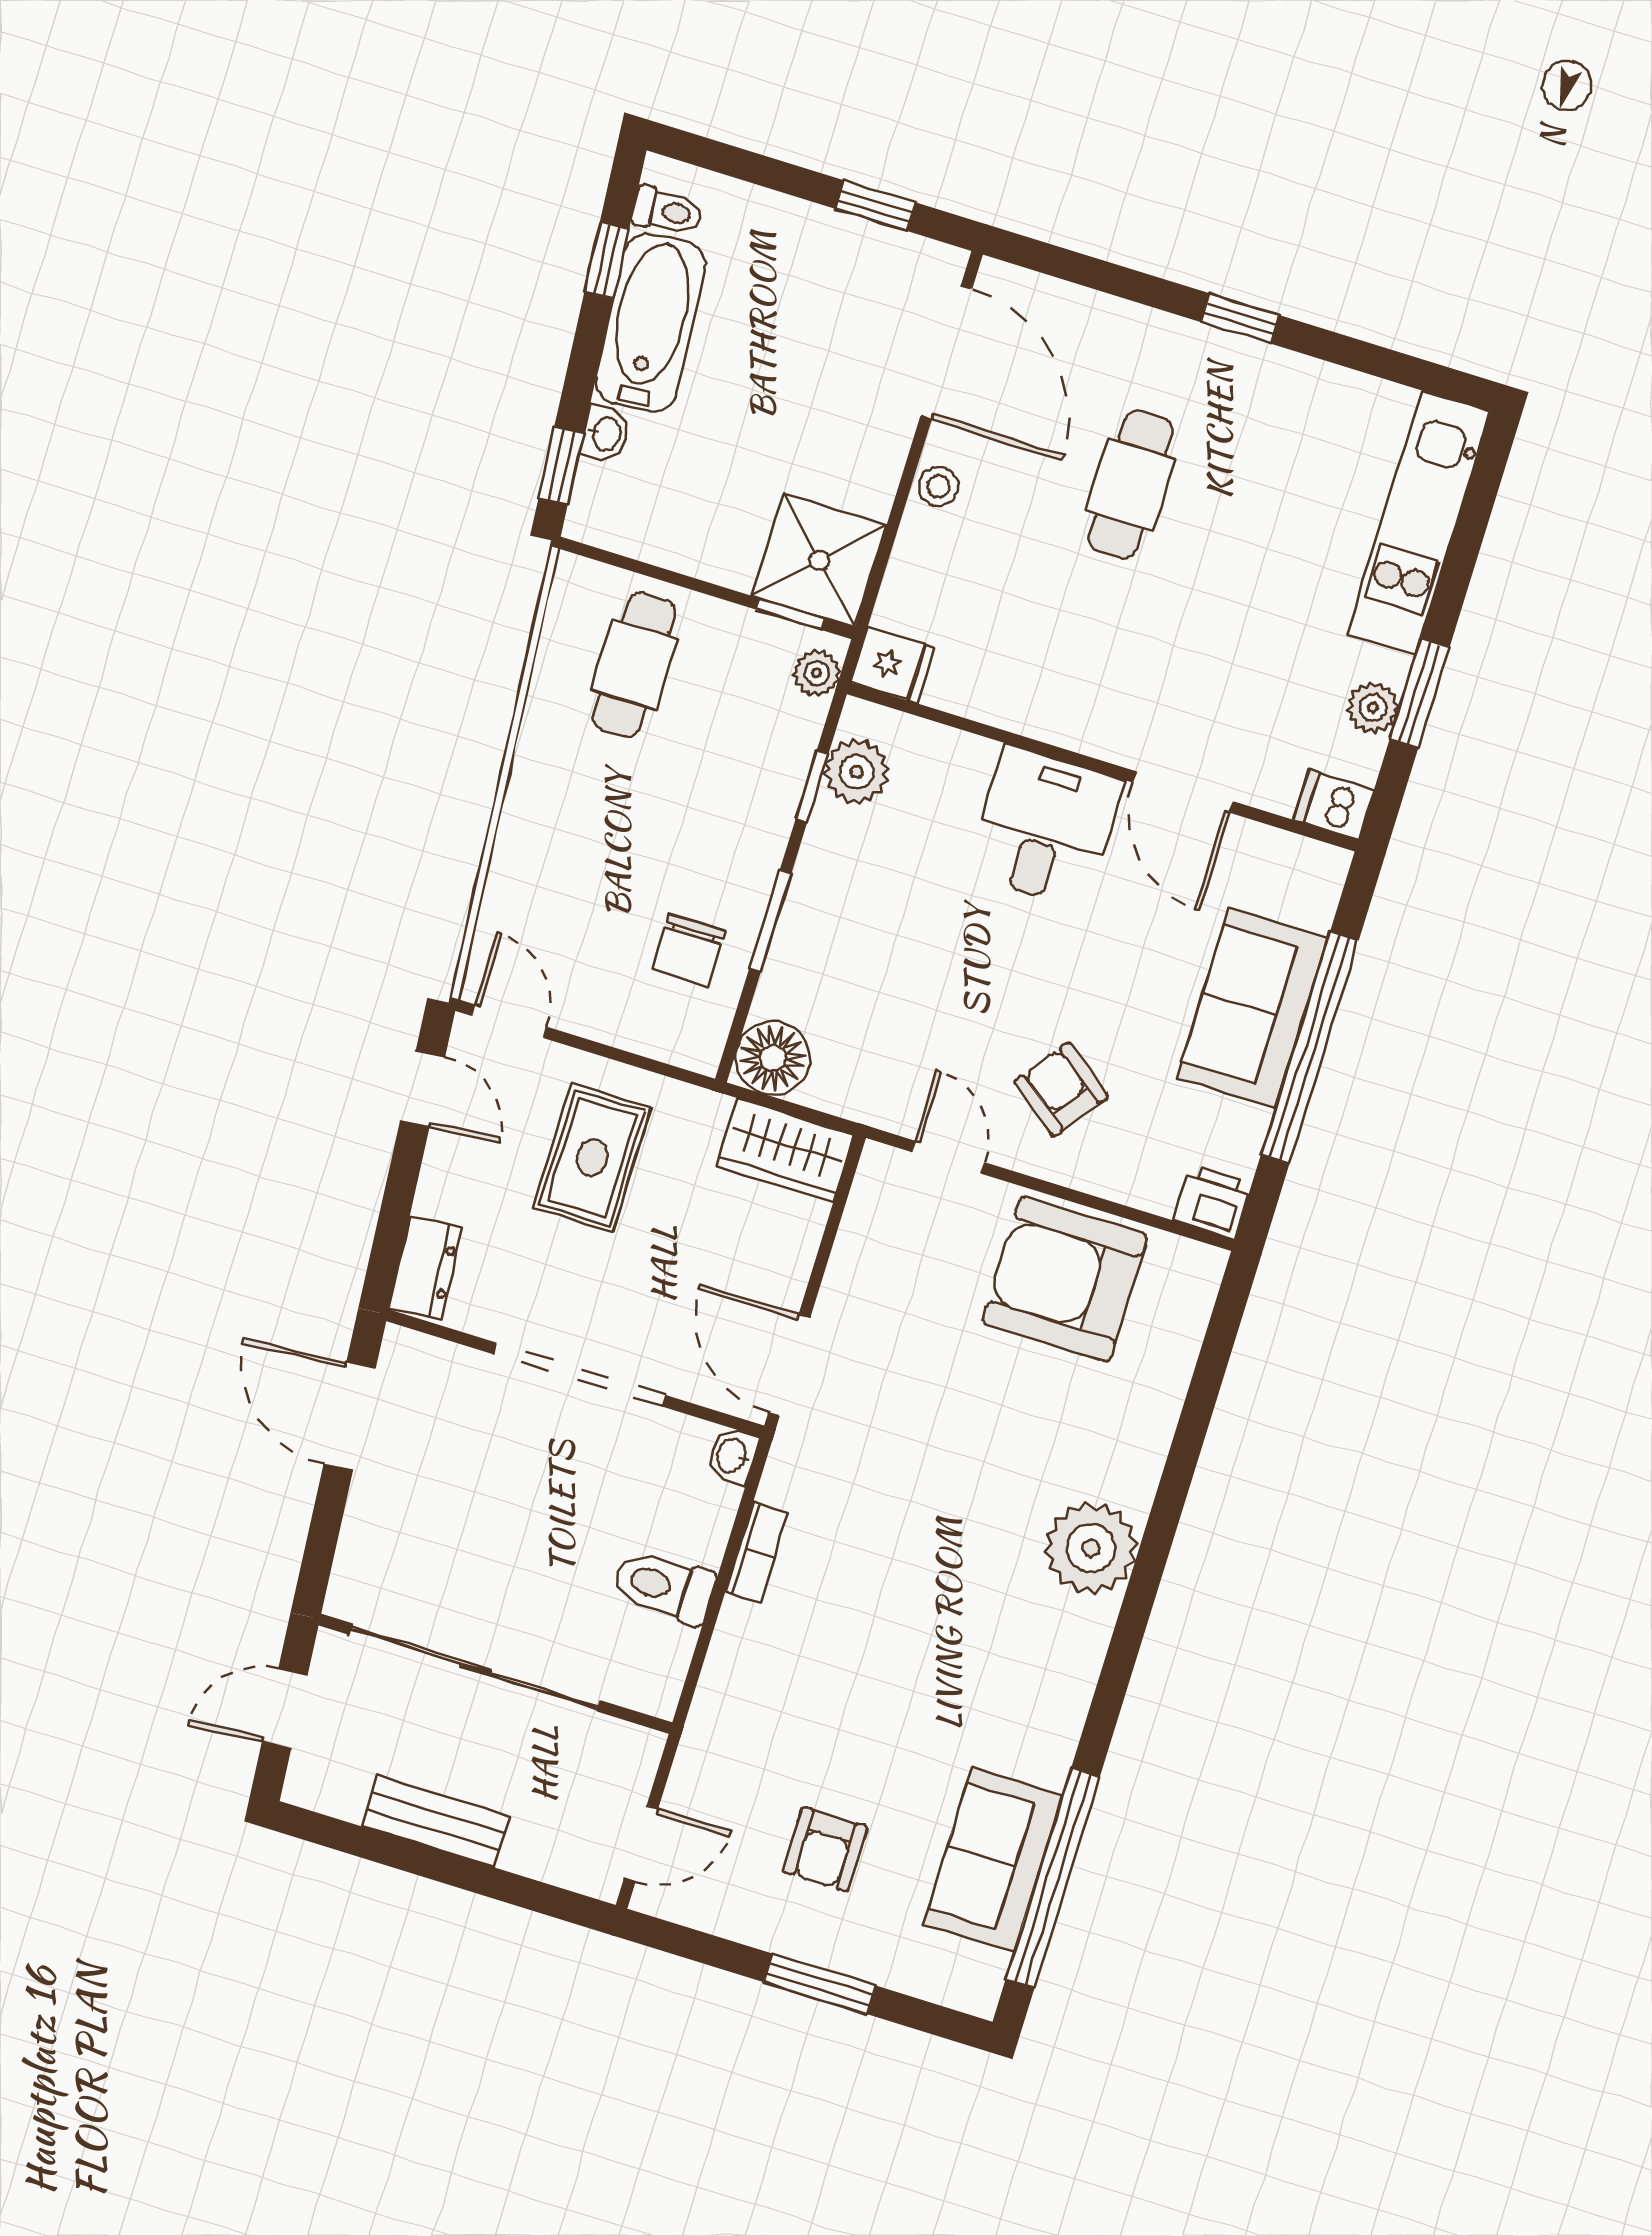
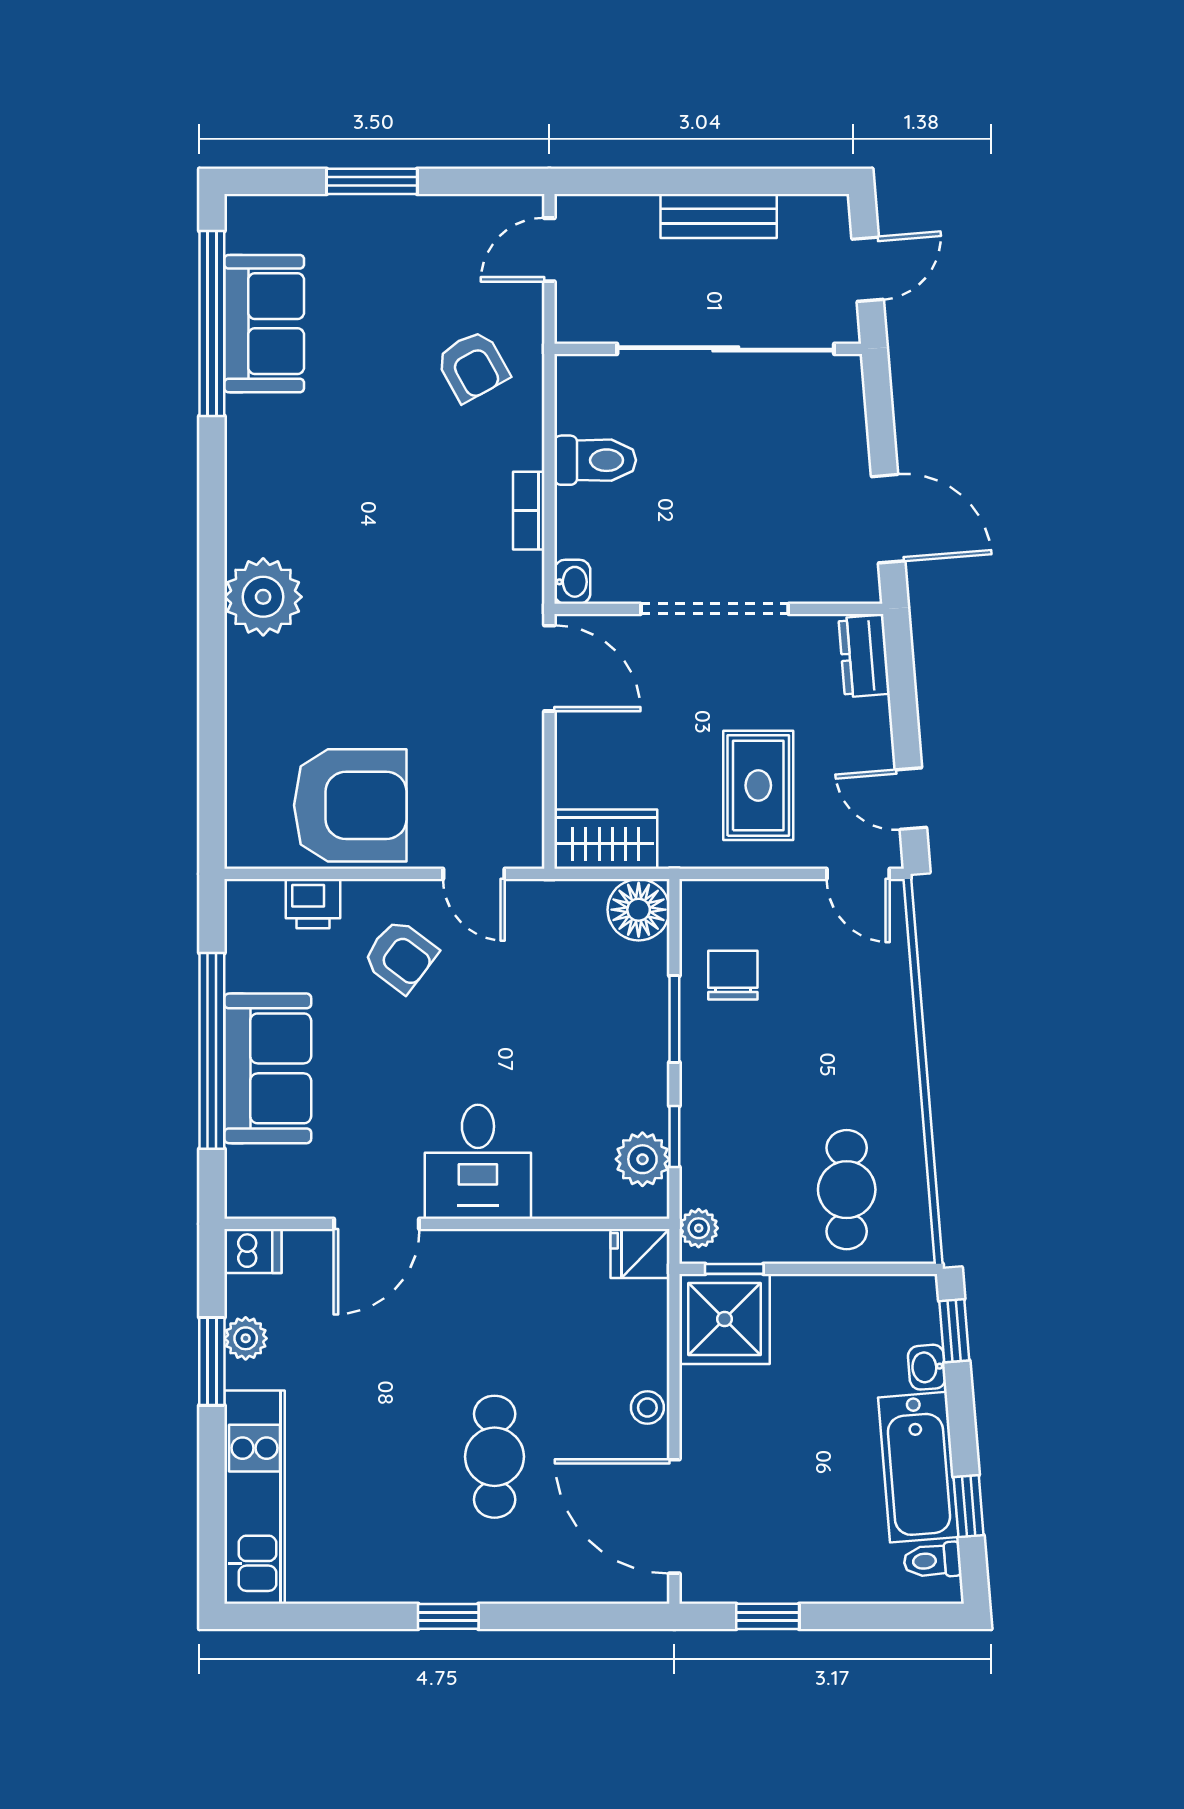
door: (1183, 792) -> (377, 1224), swing flipped
printer: (1212, 1202) -> (313, 904), moved
armchair: (825, 1849) -> (473, 366), moved, turned 151

